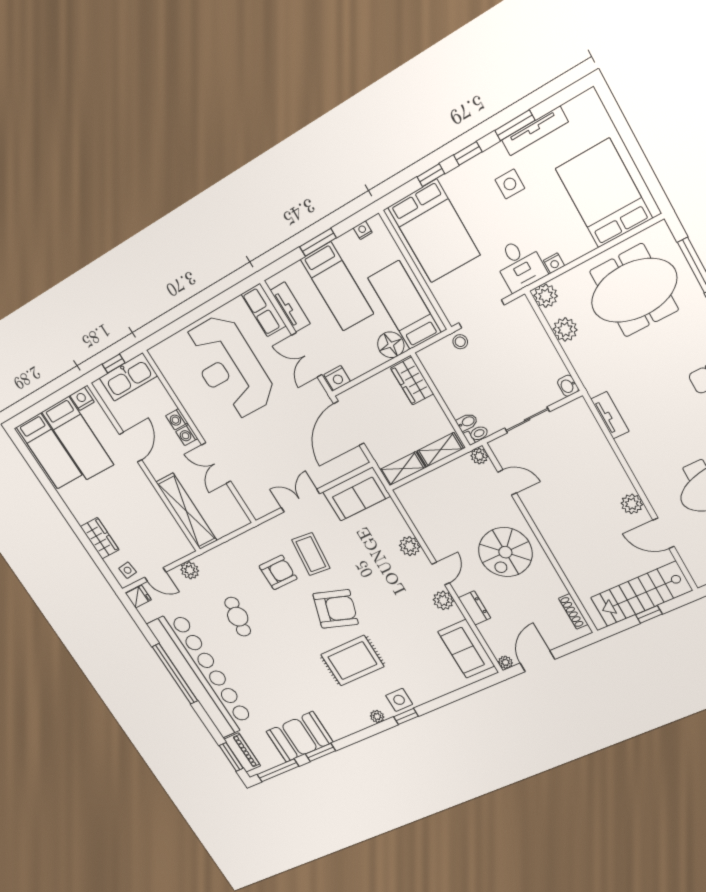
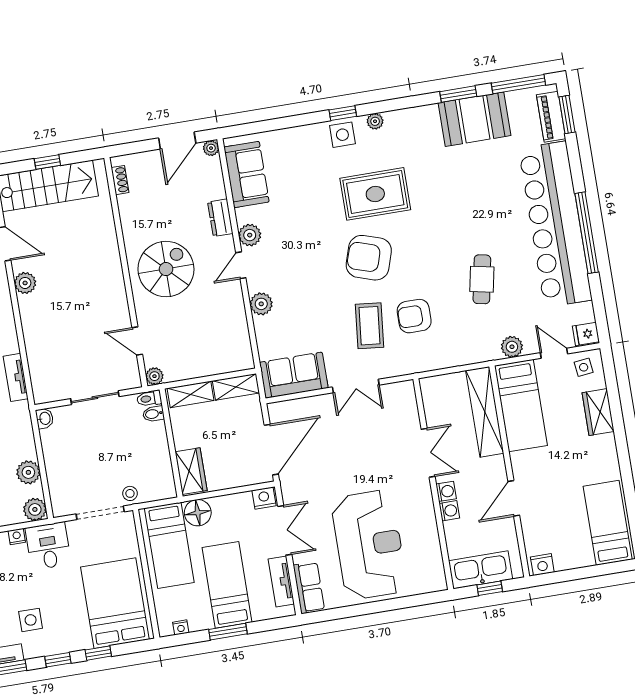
bed: (78, 438) -> (521, 406), moved, turned 180
shoe rack: (573, 611) -> (120, 180), width x0.70

